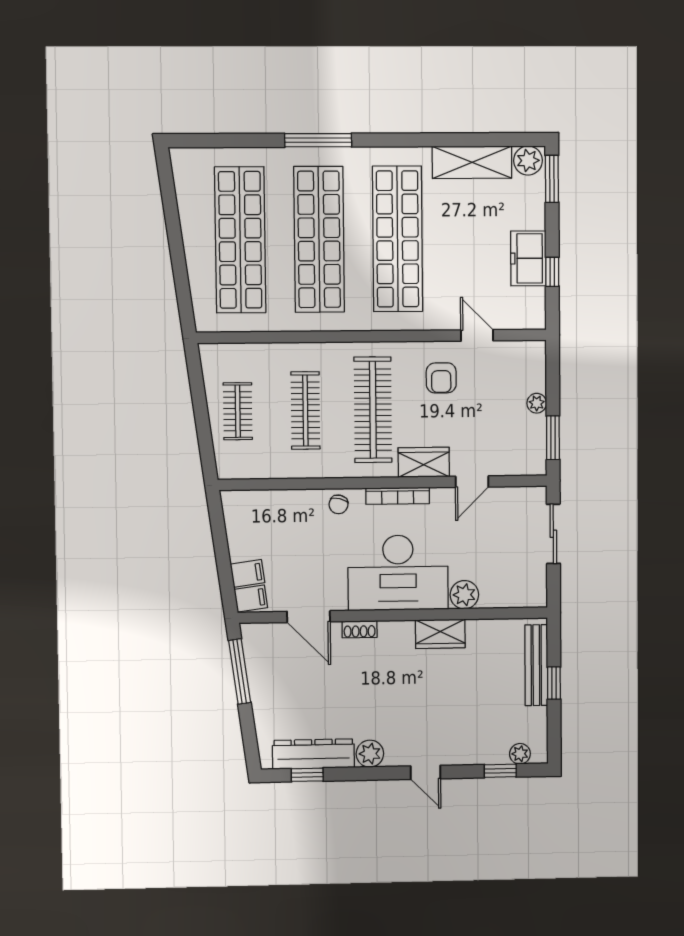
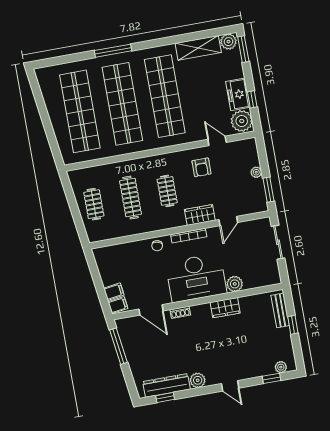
plant: (527, 307) -> (242, 121), added
clothes rail: (373, 410) -> (167, 191), width x0.54, depth x0.76
bench: (536, 665) -> (280, 310), width x0.73

